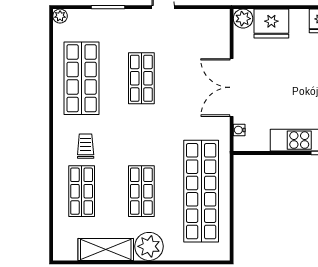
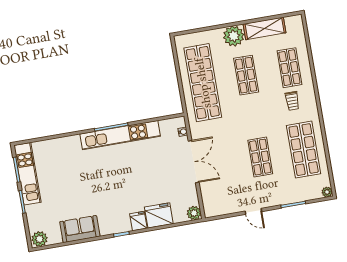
fridge: (271, 24) -> (159, 215), moved

